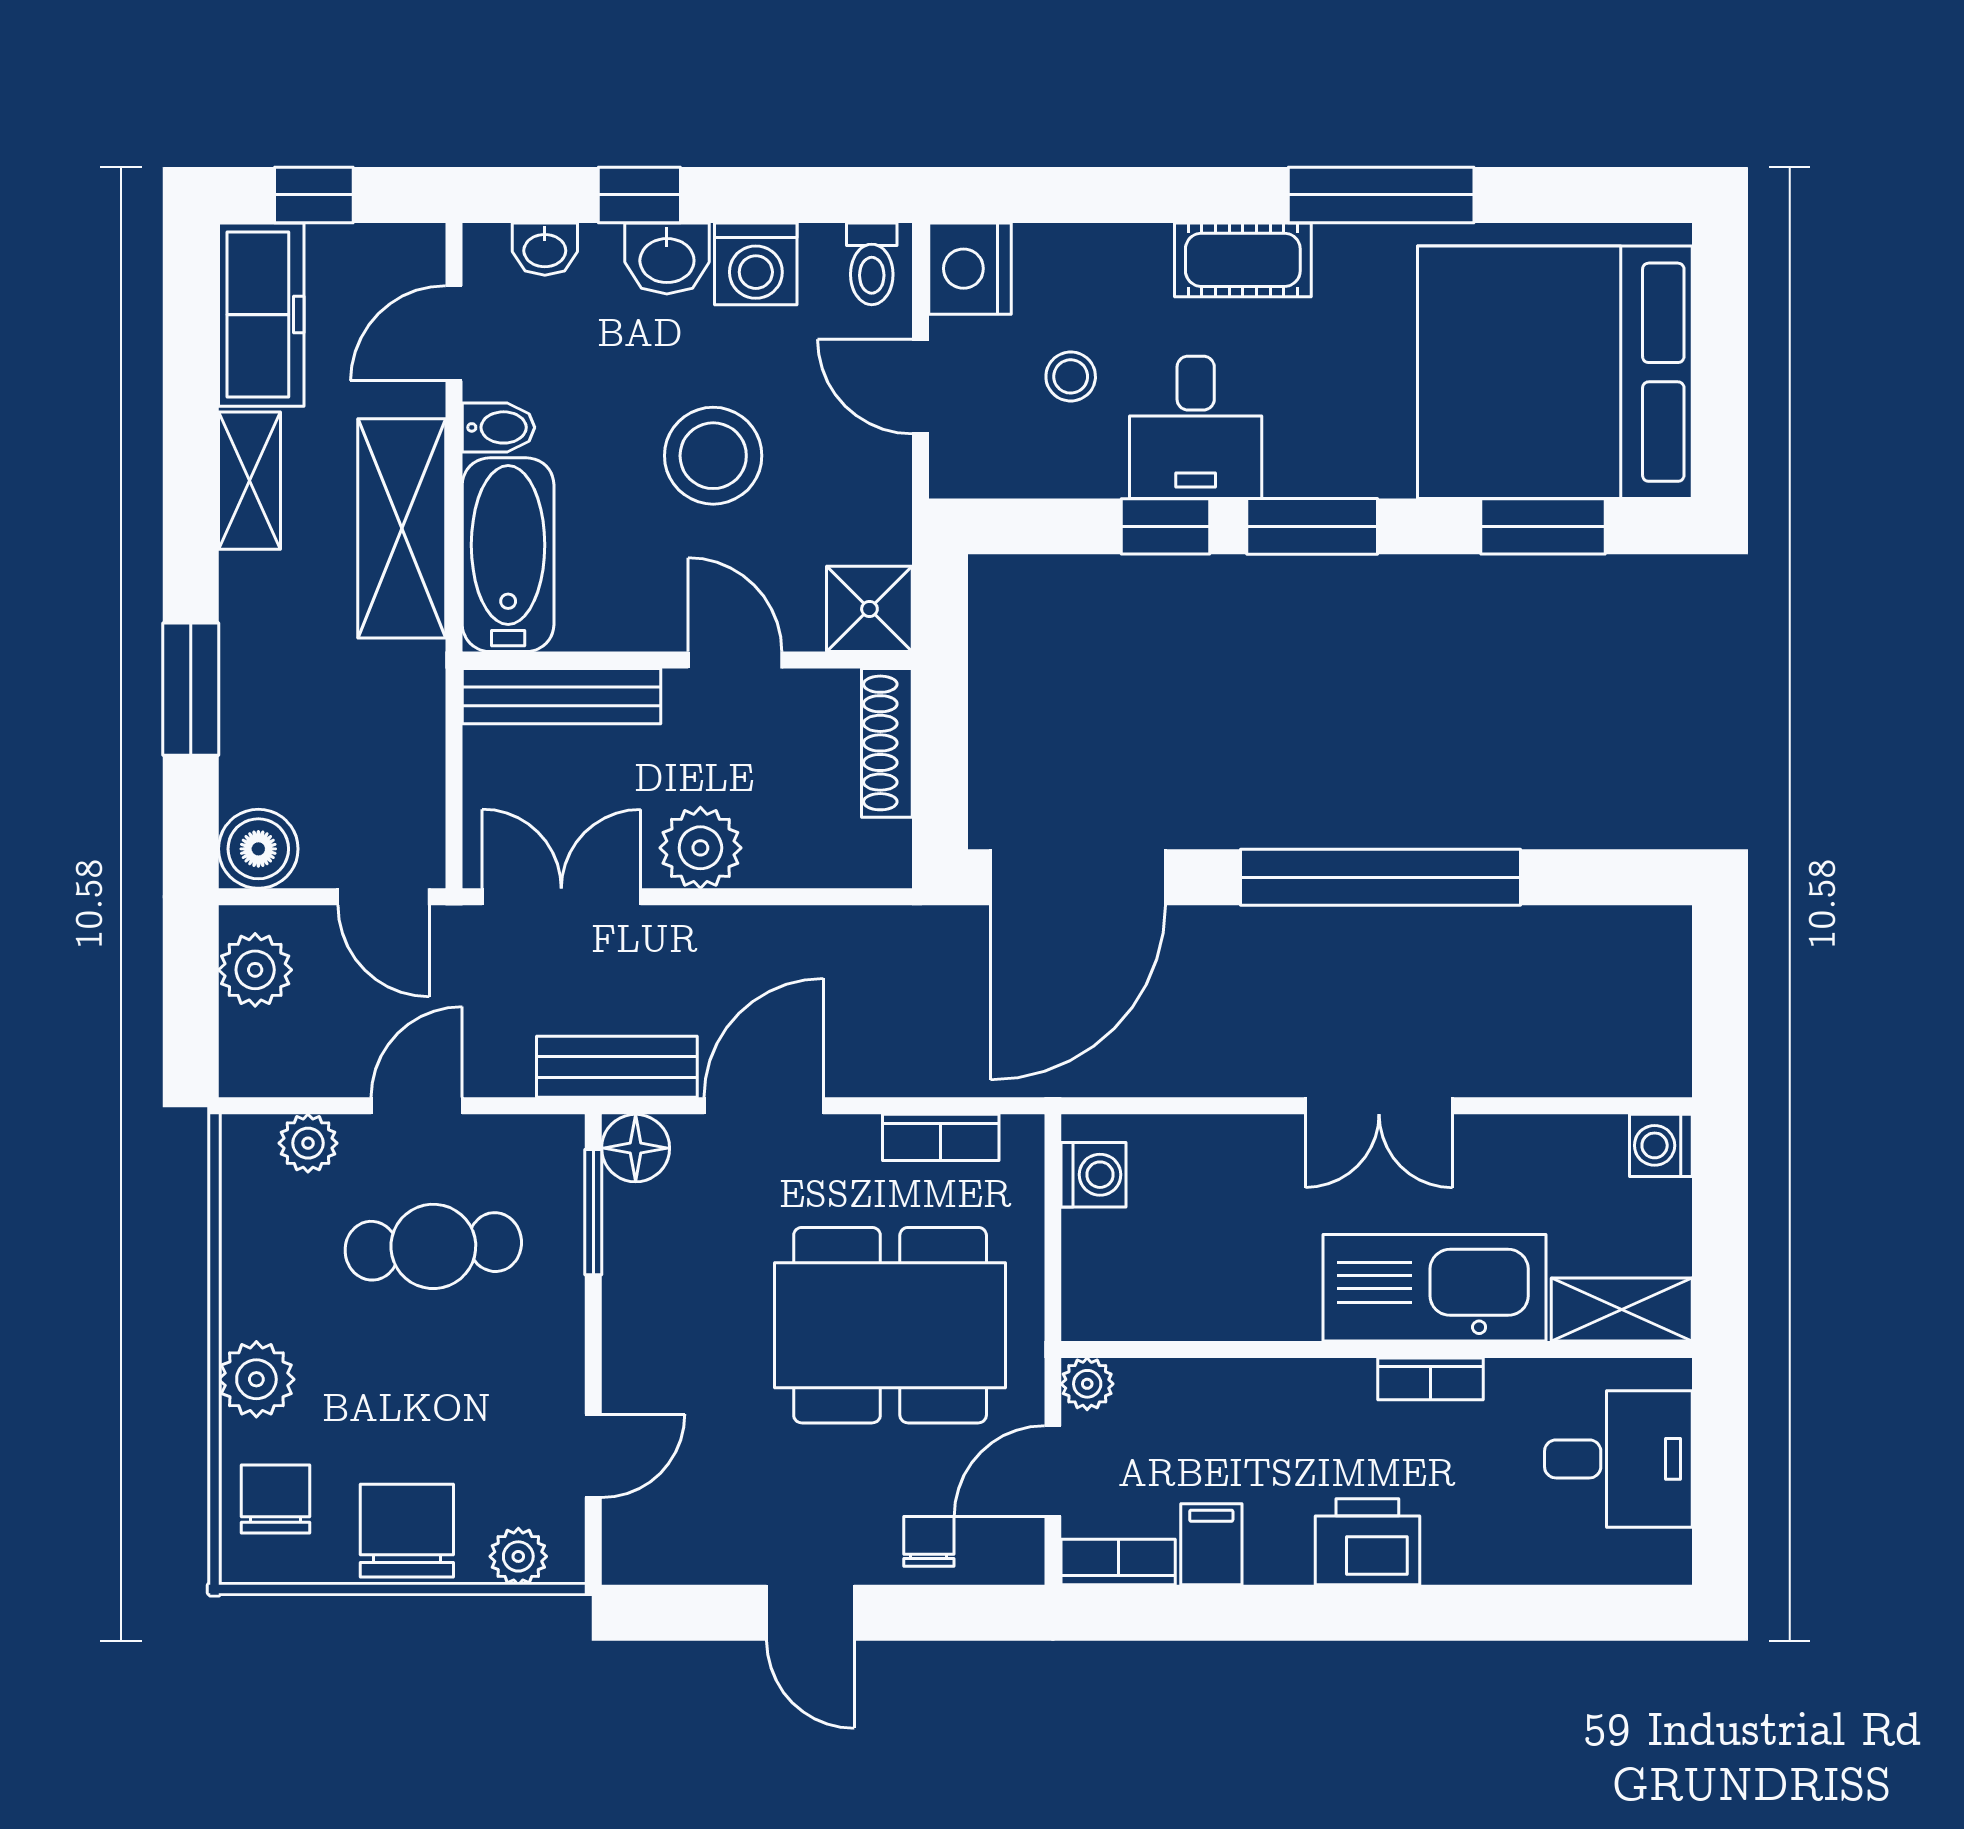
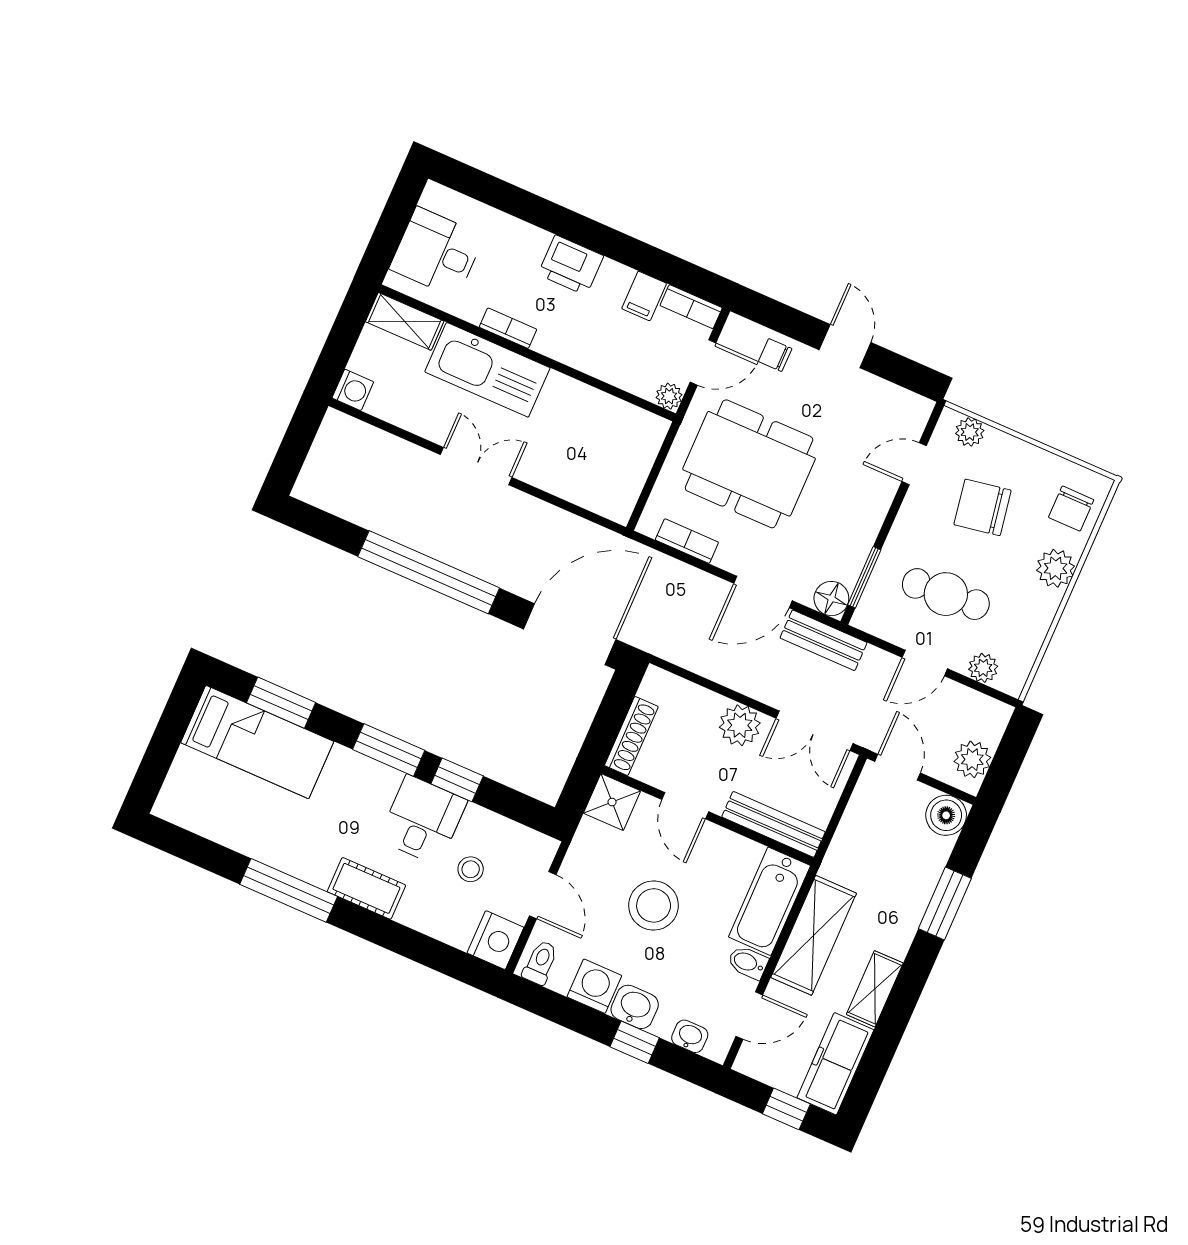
bed: (1555, 372) -> (257, 742), width x0.49
washing machine: (1094, 1175) -> (623, 492), removed
chair: (407, 1531) -> (983, 507), moved, turned 80
chair: (929, 1541) -> (775, 355), turned 90

